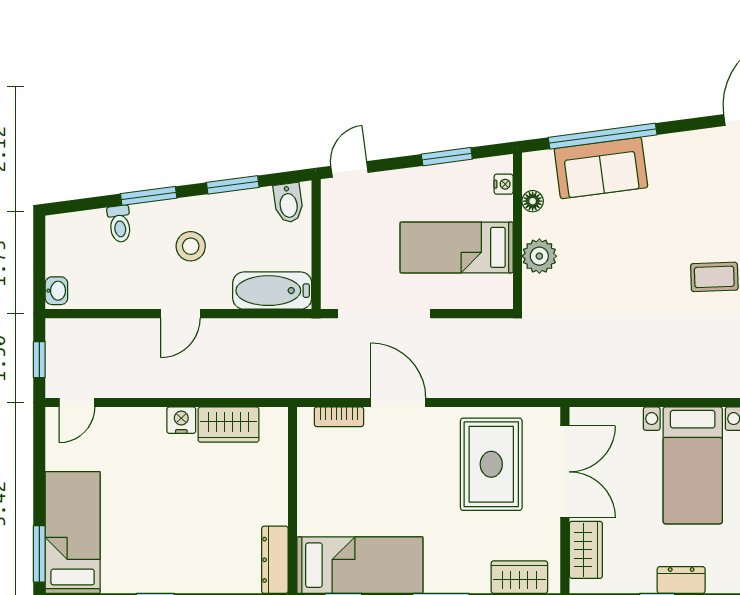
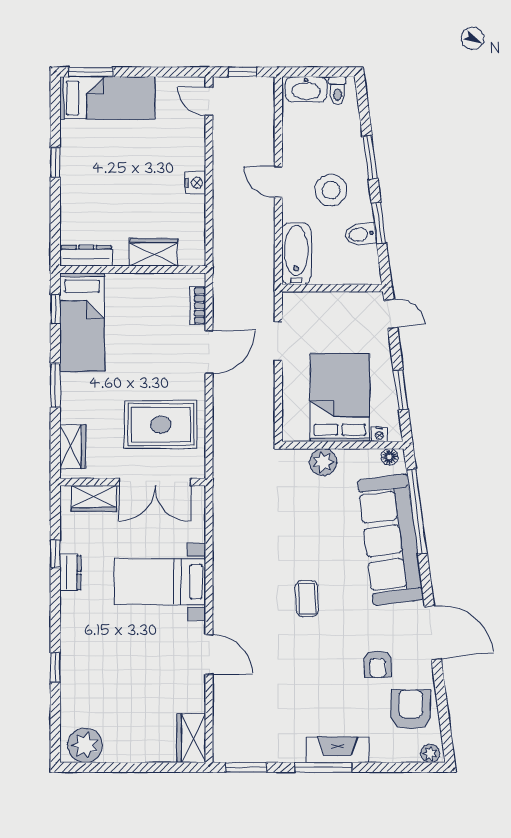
sofa: (601, 168) -> (390, 540), width x1.85, depth x1.27
floor lamp: (533, 201) -> (390, 457), moved
bidet: (288, 203) -> (361, 234), moved
toilet: (120, 224) -> (337, 91), moved, turned -82
stool: (191, 246) -> (331, 190), width x1.38, depth x1.38
bed: (457, 247) -> (340, 398), width x1.50
washbasin: (56, 291) -> (306, 89), width x1.91, depth x1.45
doorway: (384, 314) -> (278, 341), width x0.53
wardrobe: (228, 425) -> (154, 252), moved, turned 90

